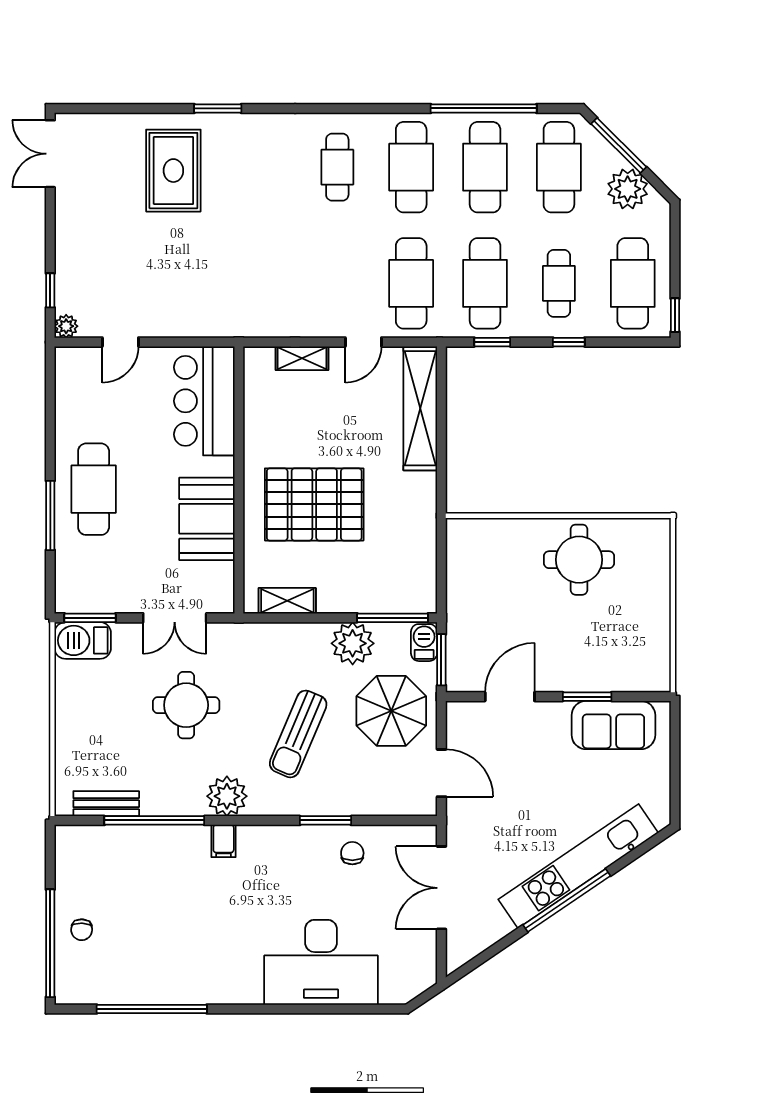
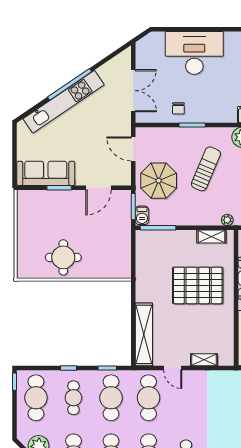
door: (363, 342) -> (173, 368), swing flipped
plant: (353, 643) -> (227, 220), moved, width x0.53, depth x0.53
sofa: (613, 725) -> (46, 173), width x1.36

